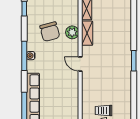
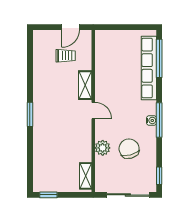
shelving: (87, 33) -> (85, 85), moved

